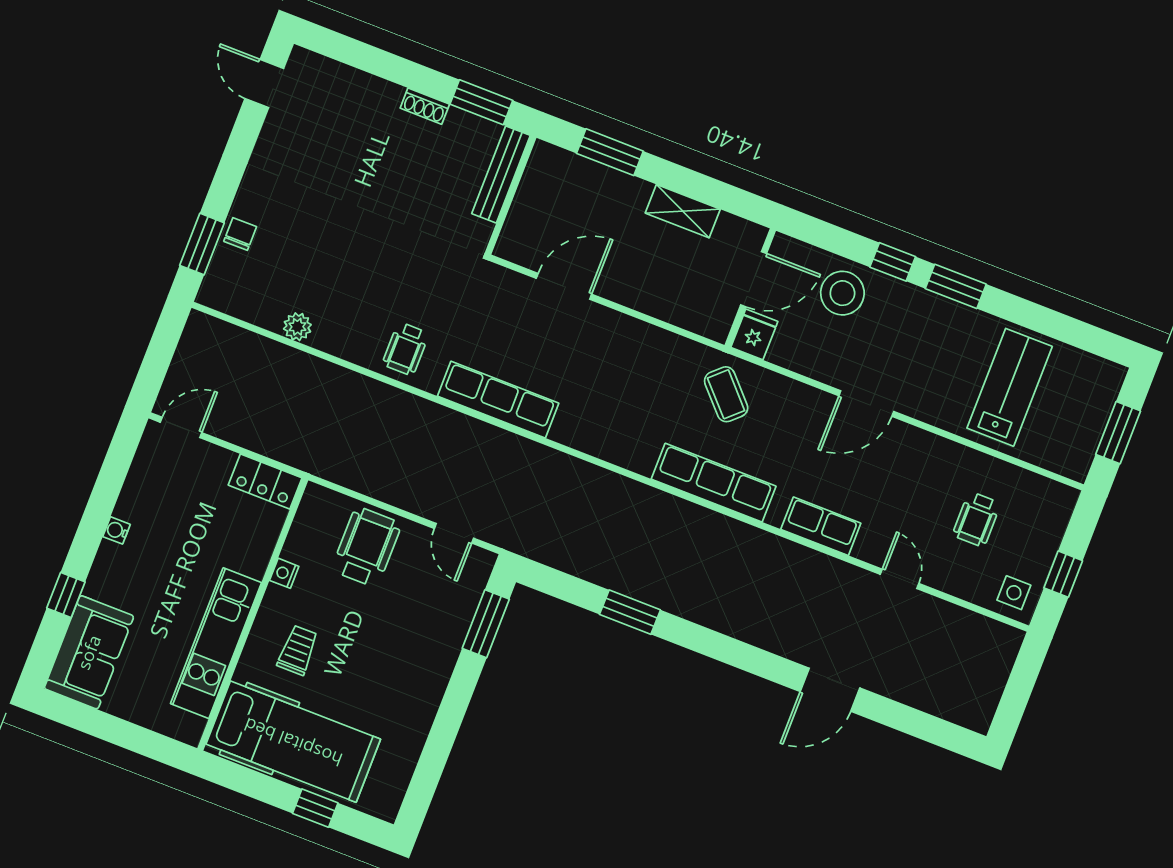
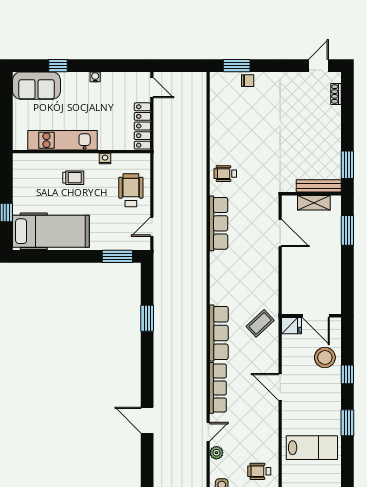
shoe rack: (425, 106) -> (336, 94), moved
shelving: (683, 211) -> (314, 203), moved, turned 90
window: (956, 286) -> (347, 423), moved
plant: (297, 327) -> (216, 453), moved
locker: (265, 482) -> (142, 126), width x1.53
wheelchair: (976, 519) -> (259, 471), moved
row of seats: (821, 526) -> (218, 388), width x1.48
wheelchair: (366, 547) -> (131, 190), turned -90
hospital bed: (293, 742) -> (51, 231), moved, turned -90

